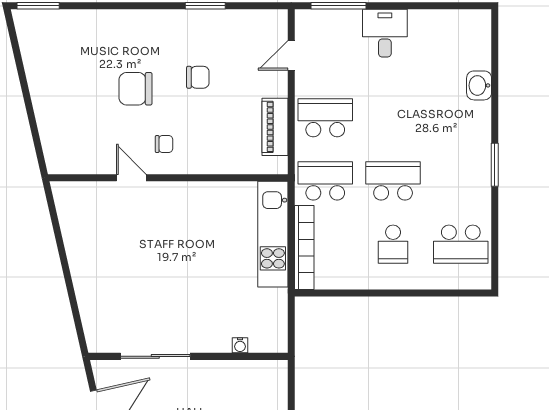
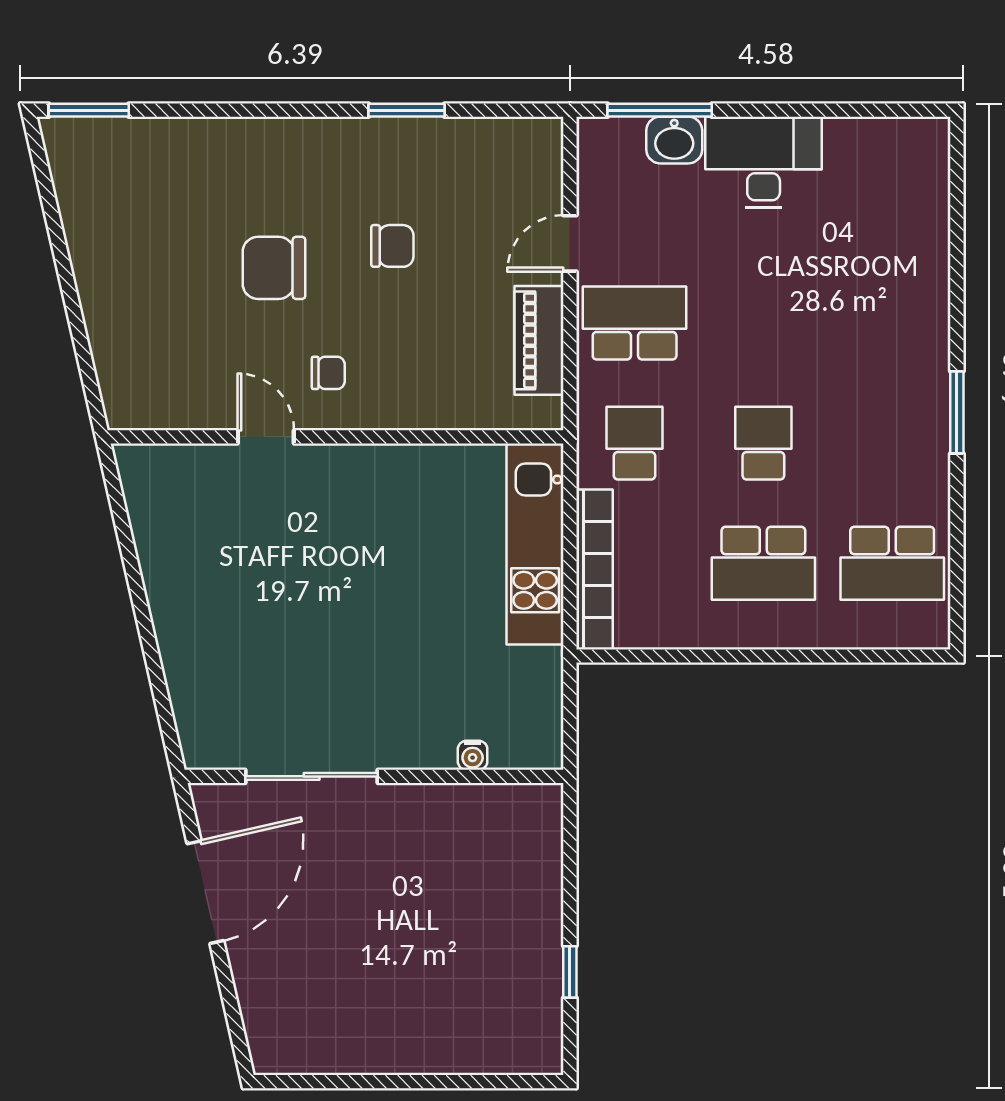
desk: (385, 33) -> (764, 162), width x1.37
door: (291, 55) -> (570, 243), moved
washbasin: (479, 85) -> (674, 140), moved, turned -90
school desk: (325, 181) -> (635, 443), width x0.54
school desk: (393, 181) -> (763, 443), width x0.54
school desk: (393, 244) -> (763, 563), width x1.85

